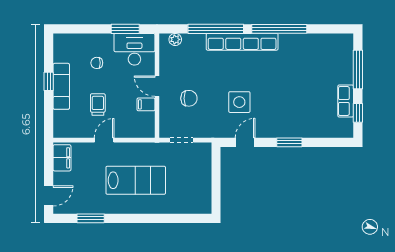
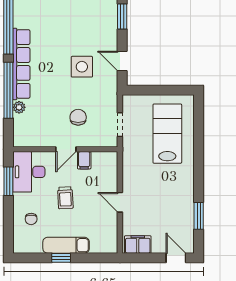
plant: (175, 39) -> (19, 107), moved
chair: (97, 63) -> (31, 219), moved
trolley: (98, 104) -> (65, 198), moved, turned -93
lab bench: (136, 180) -> (167, 134), moved

